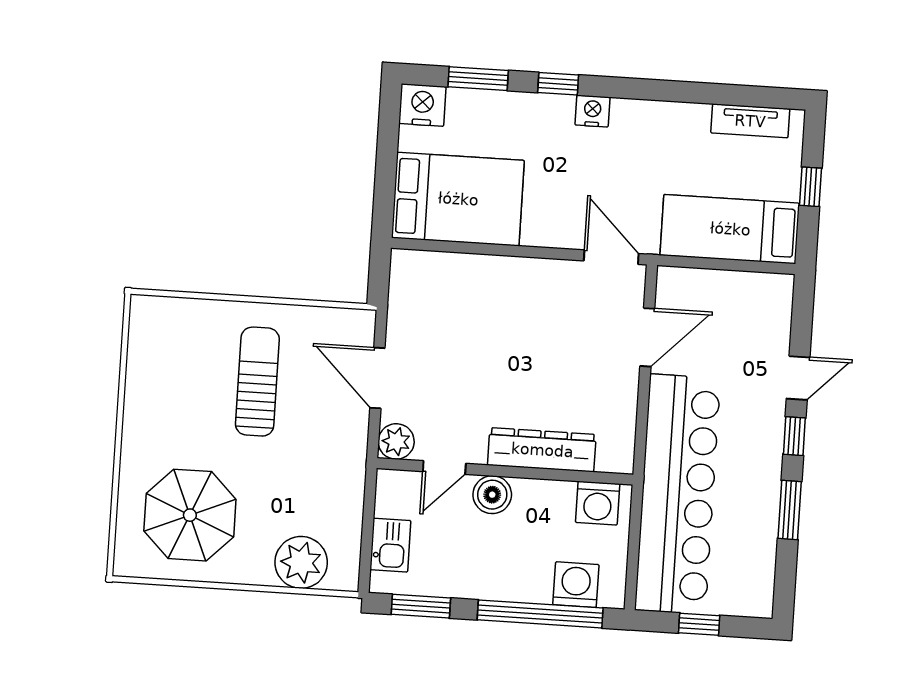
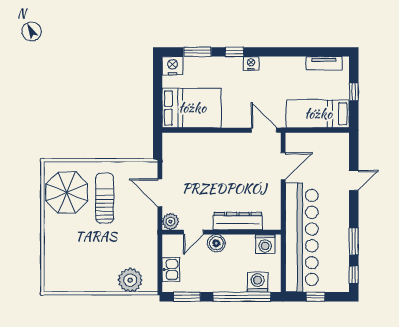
window: (794, 436) -> (354, 275), moved
parasol: (190, 515) -> (67, 192), moved

